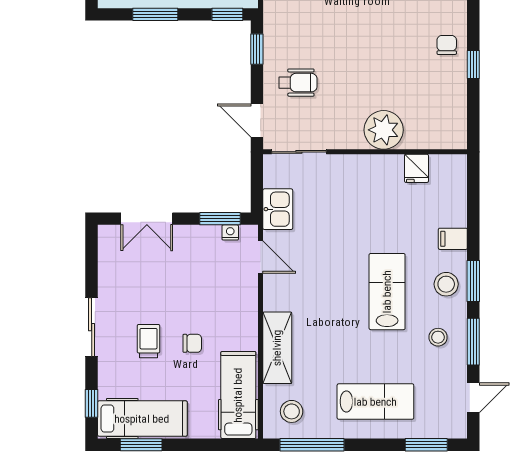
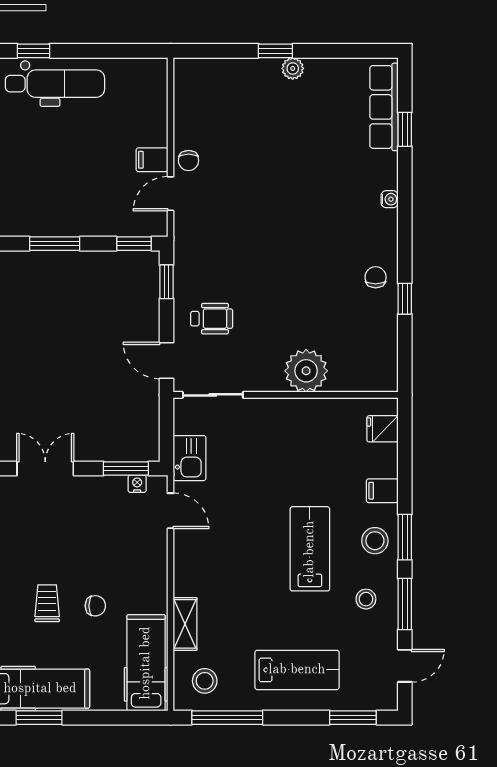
fridge: (417, 168) -> (382, 429), moved, turned 90
double door: (147, 219) -> (45, 469), swing flipped
shelving: (277, 348) -> (185, 624), width x0.67, depth x0.75

